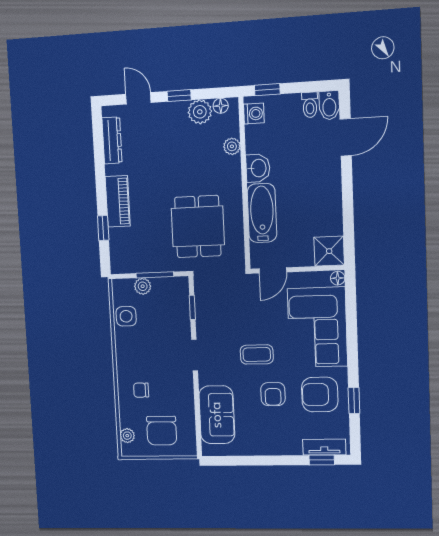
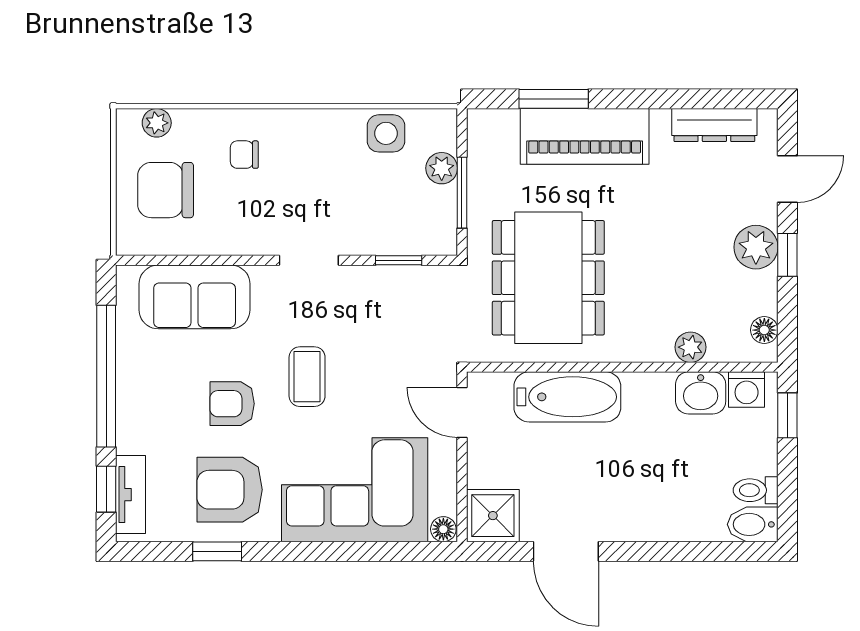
plant: (200, 112) -> (756, 247), moved
door: (346, 137) -> (566, 551), moved
washbasin: (258, 168) -> (701, 393), moved
piano: (118, 201) -> (585, 136), width x1.37, depth x1.33
dining table: (198, 226) -> (548, 278), width x1.38
window: (103, 228) -> (554, 99), width x1.50
chair: (141, 390) -> (244, 155), turned -90
armchair: (320, 394) -> (230, 490), turned -90
window: (261, 460) -> (106, 376), added

